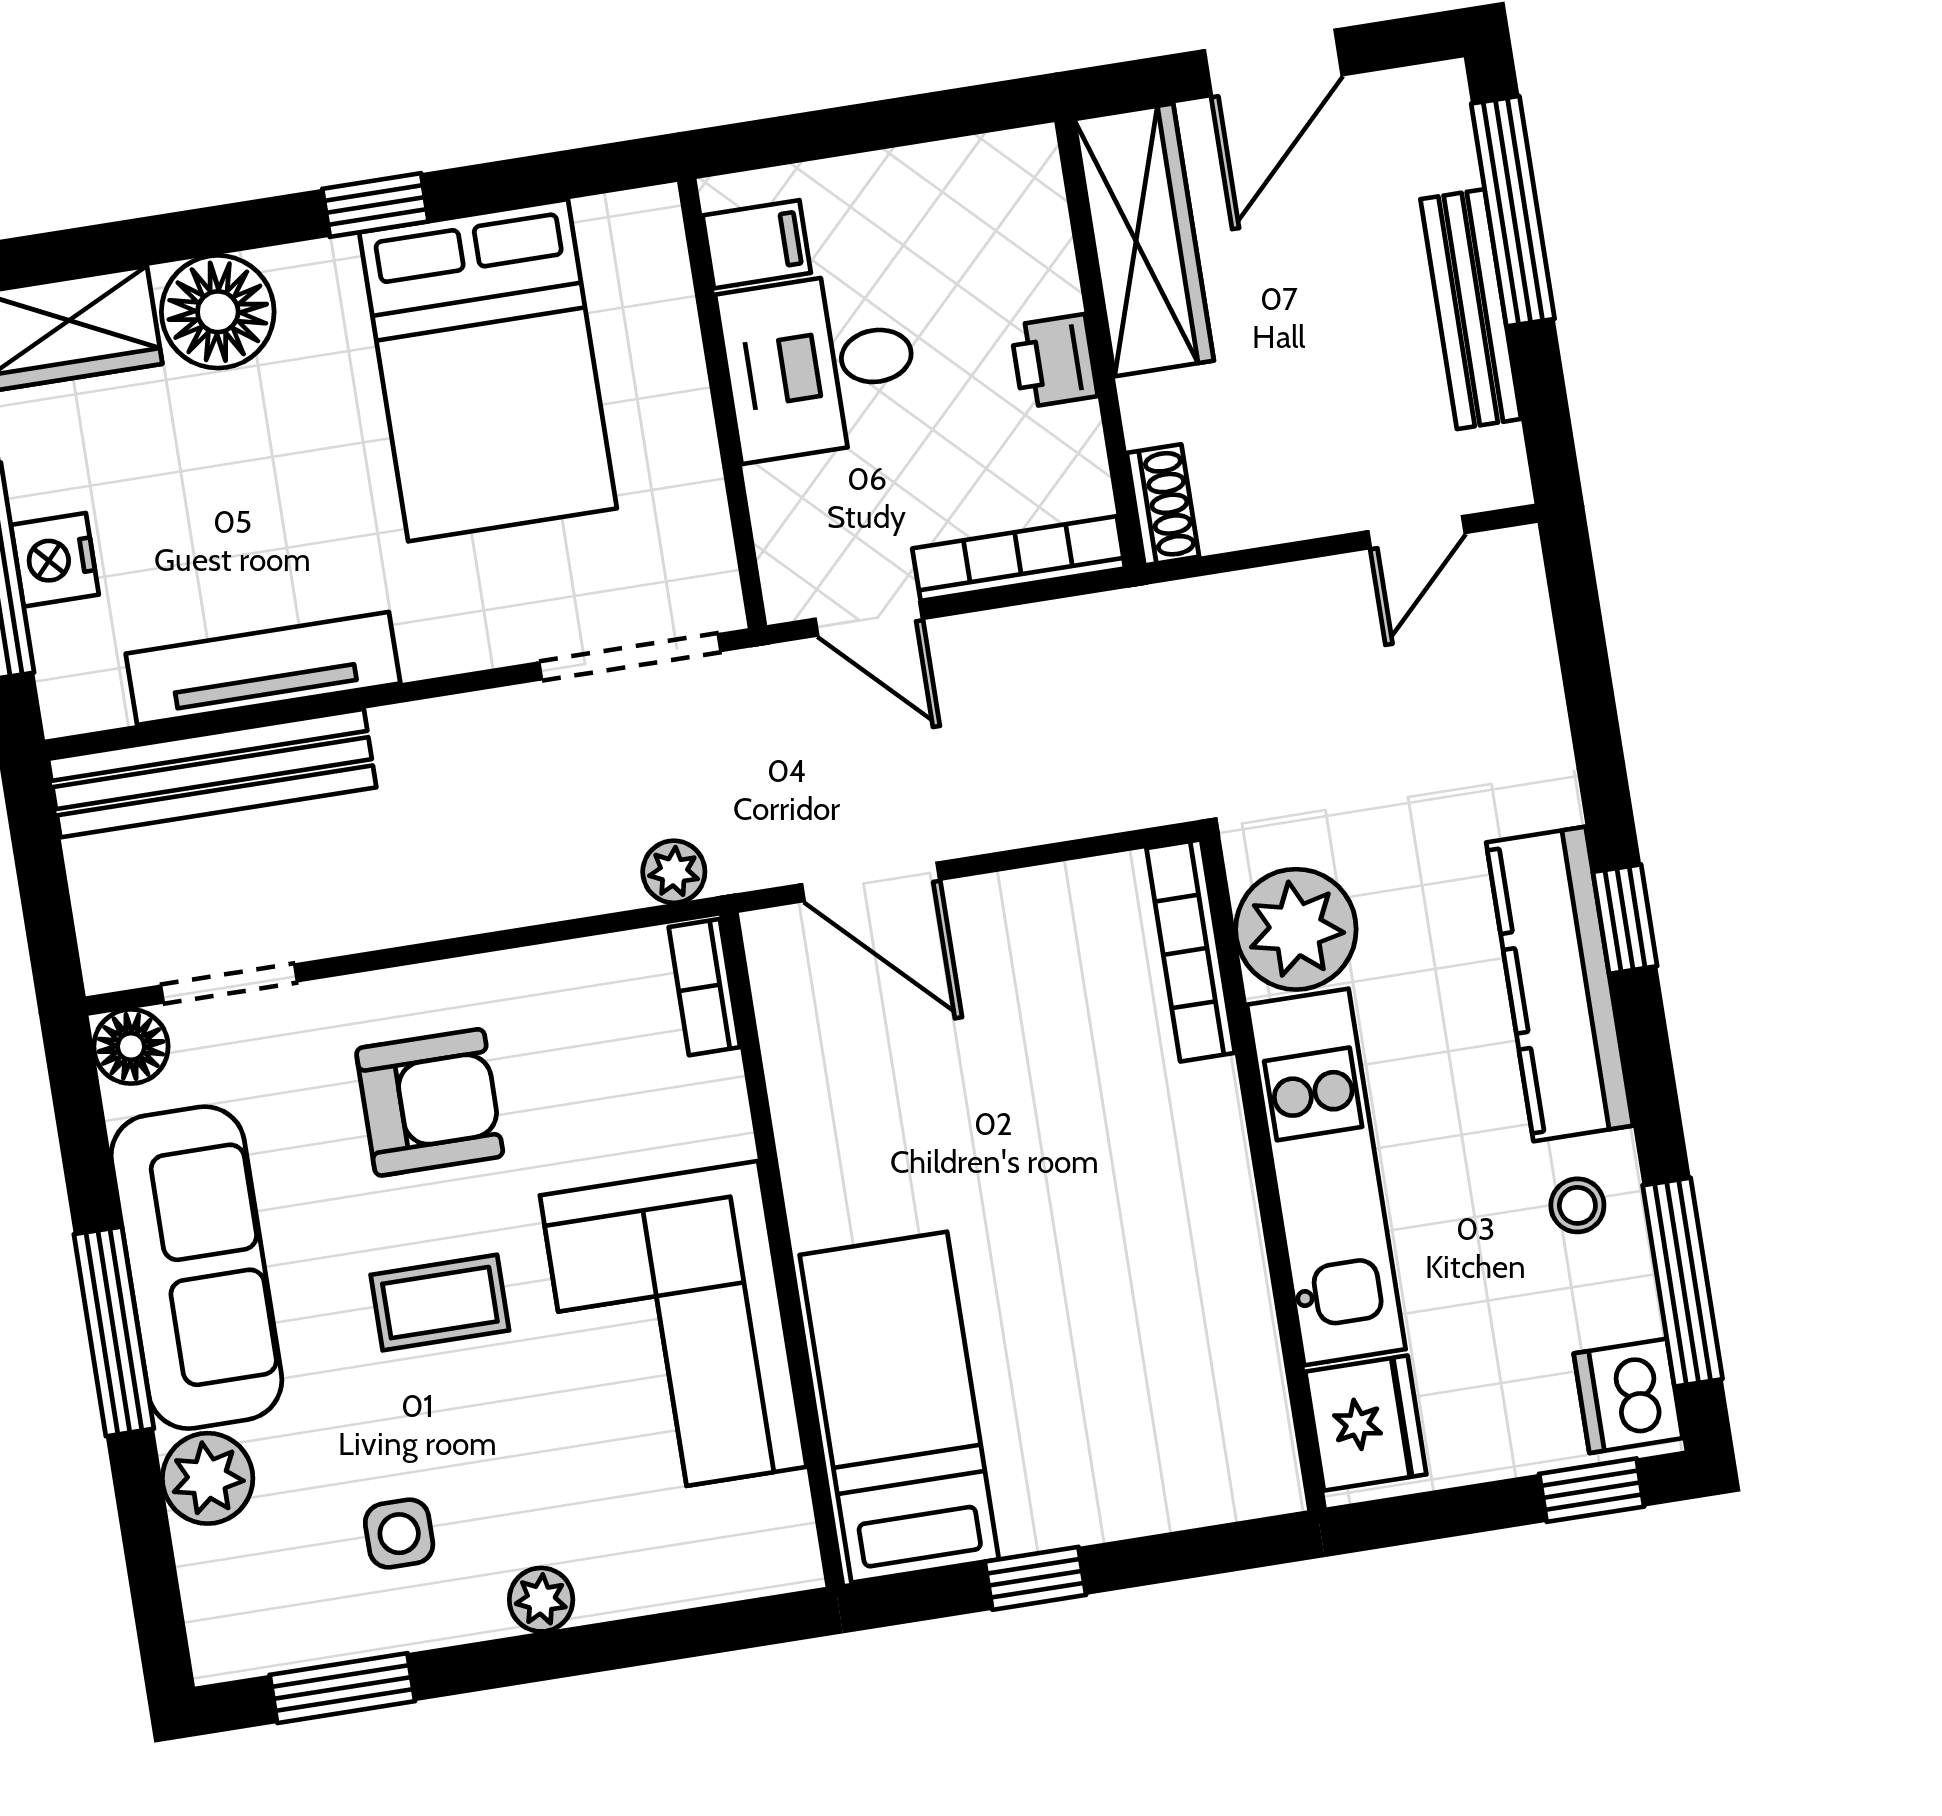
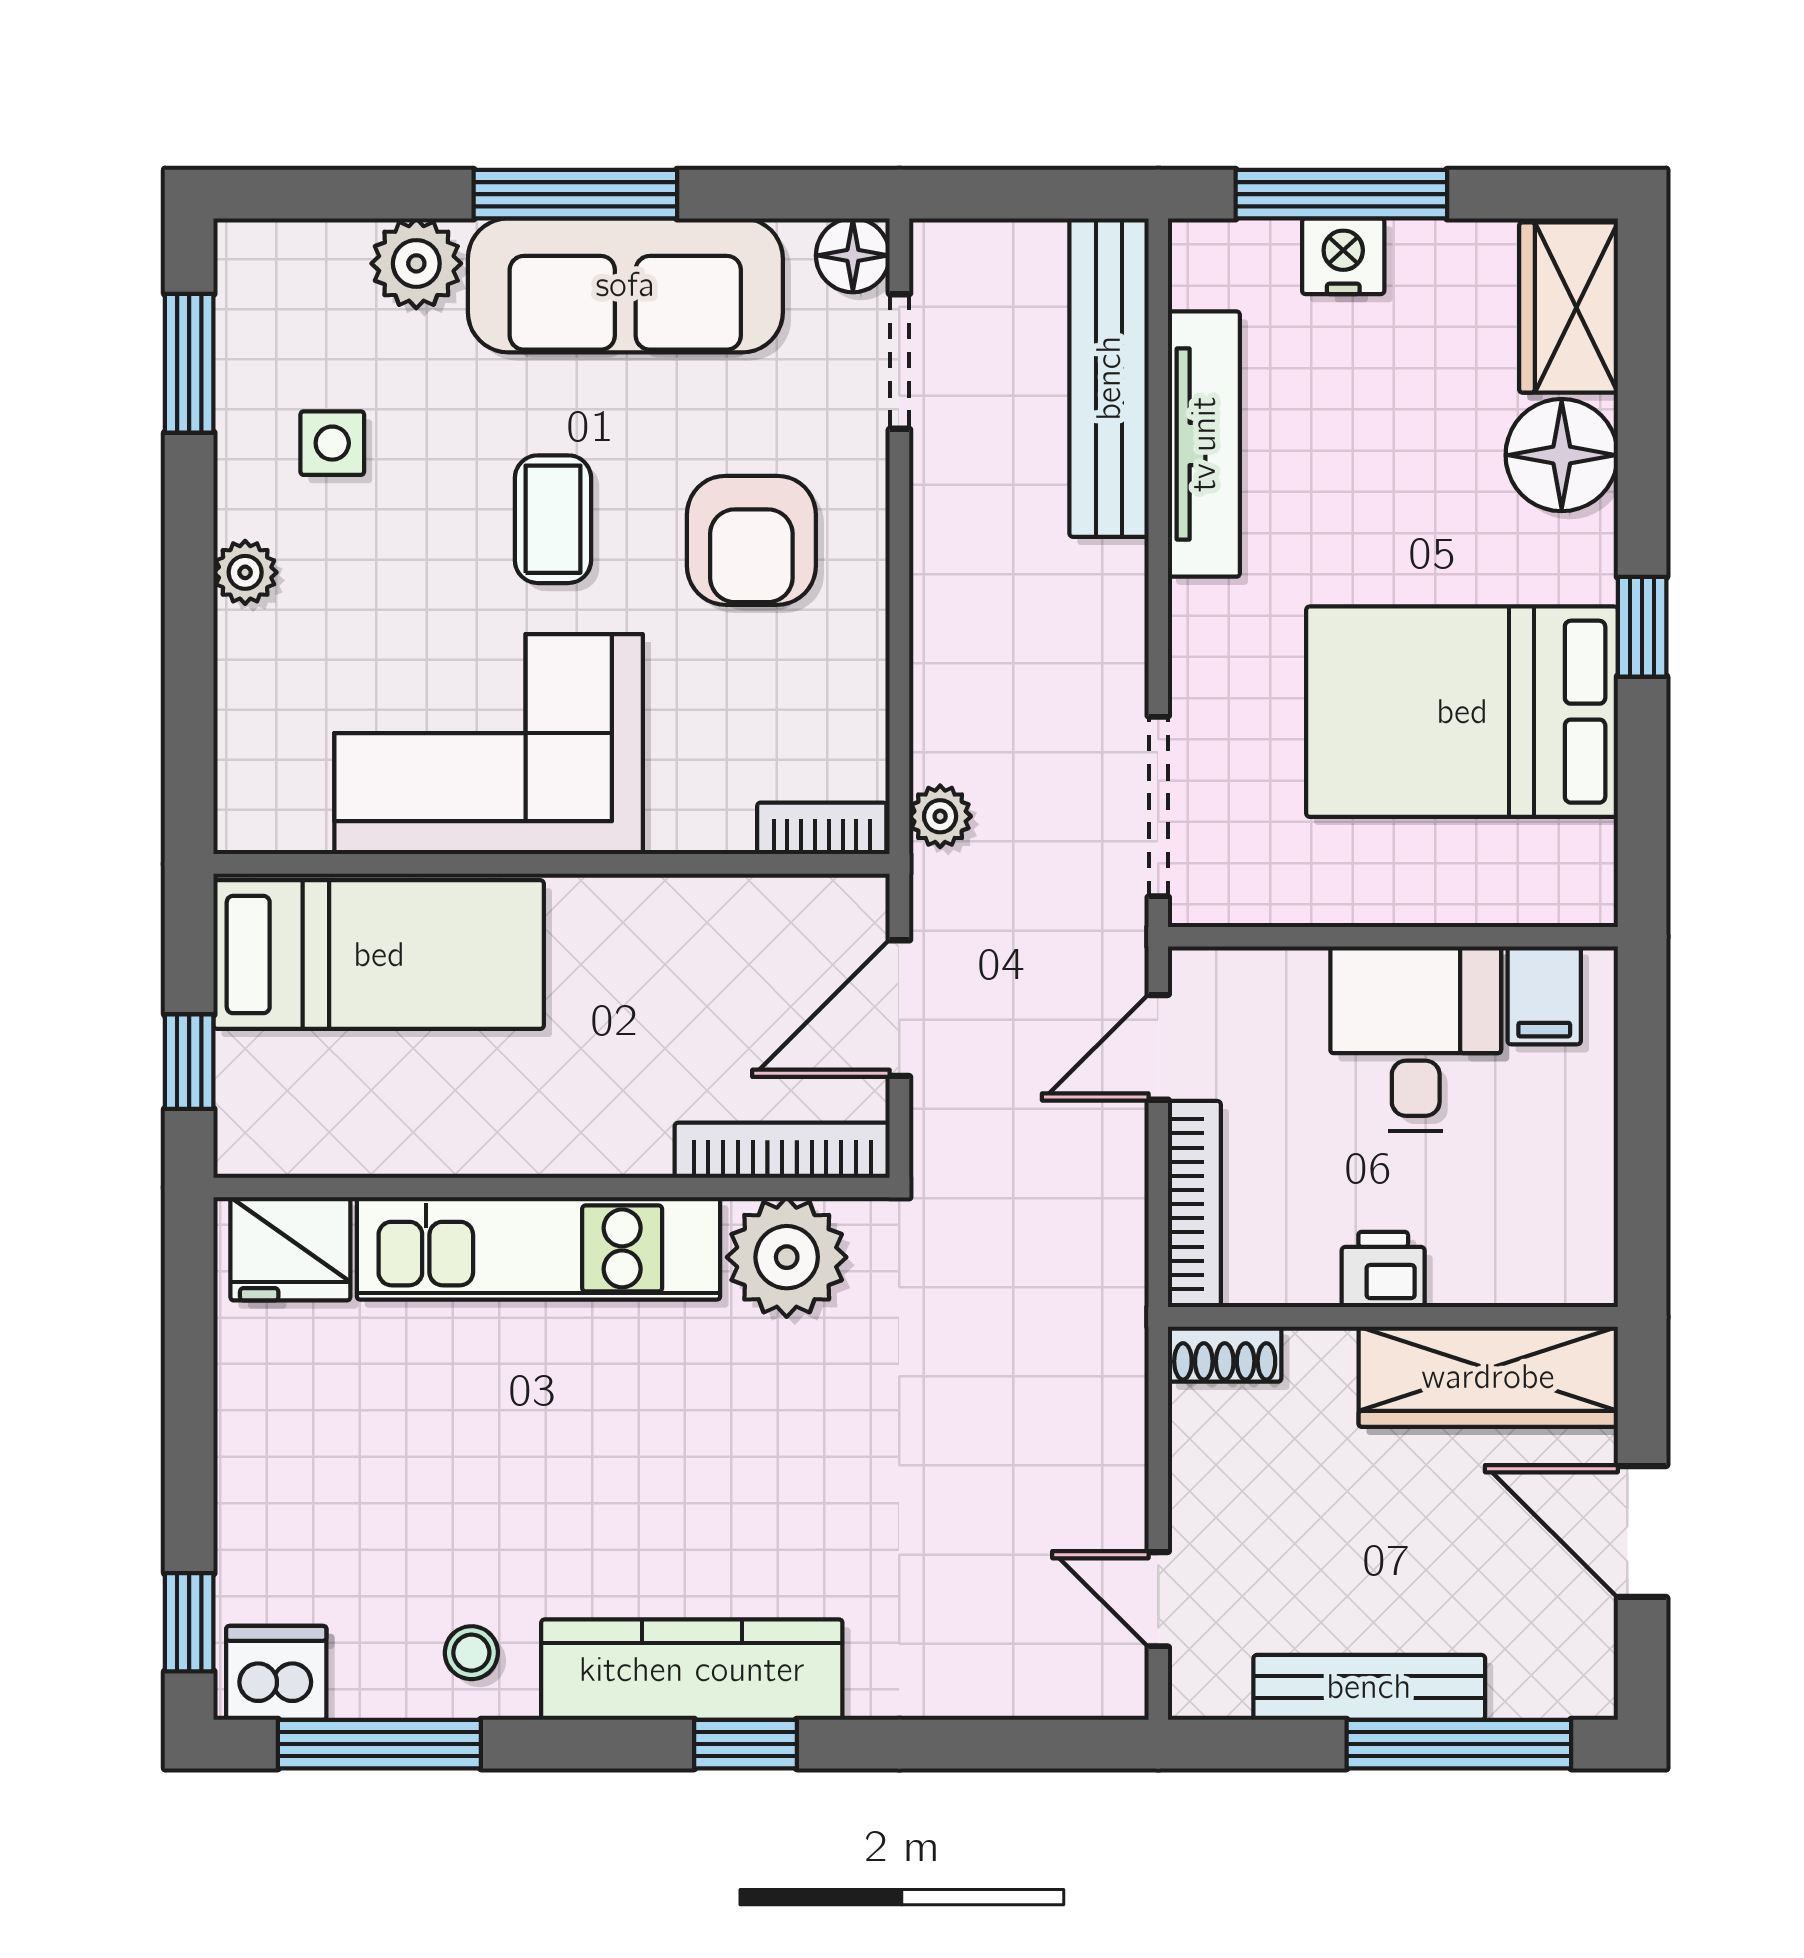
plant: (1296, 929) -> (787, 1257), moved
bookcase: (1191, 951) -> (782, 1150), moved
wall: (1264, 1173) -> (552, 1187), moved
kitchen unit: (1326, 1177) -> (539, 1248), moved
fridge: (1366, 1423) -> (290, 1249), moved

